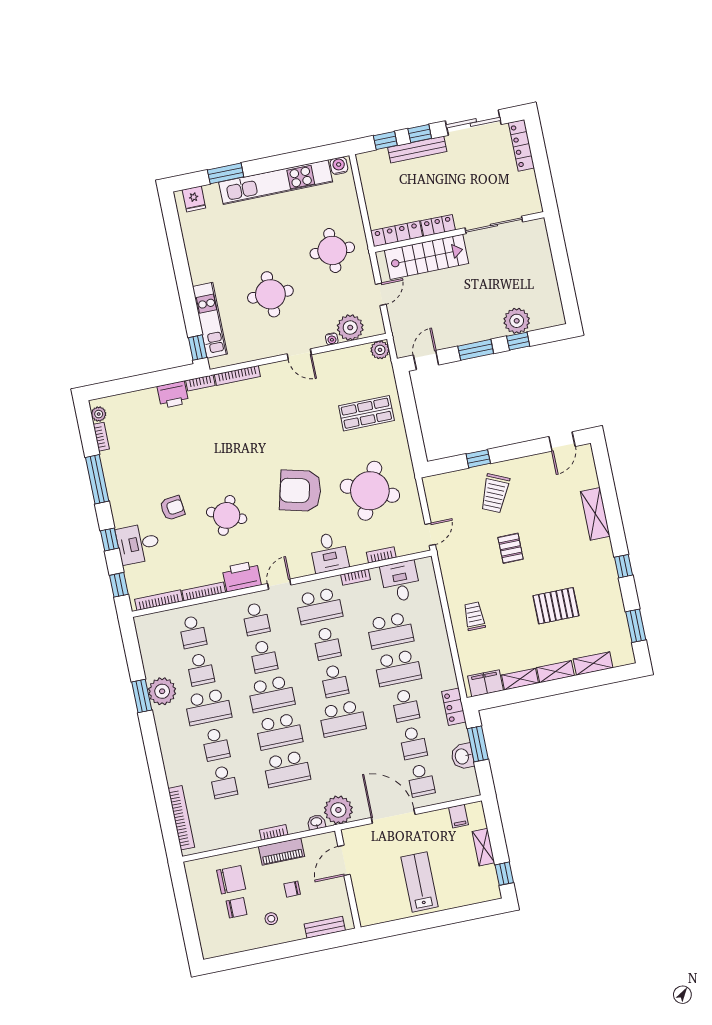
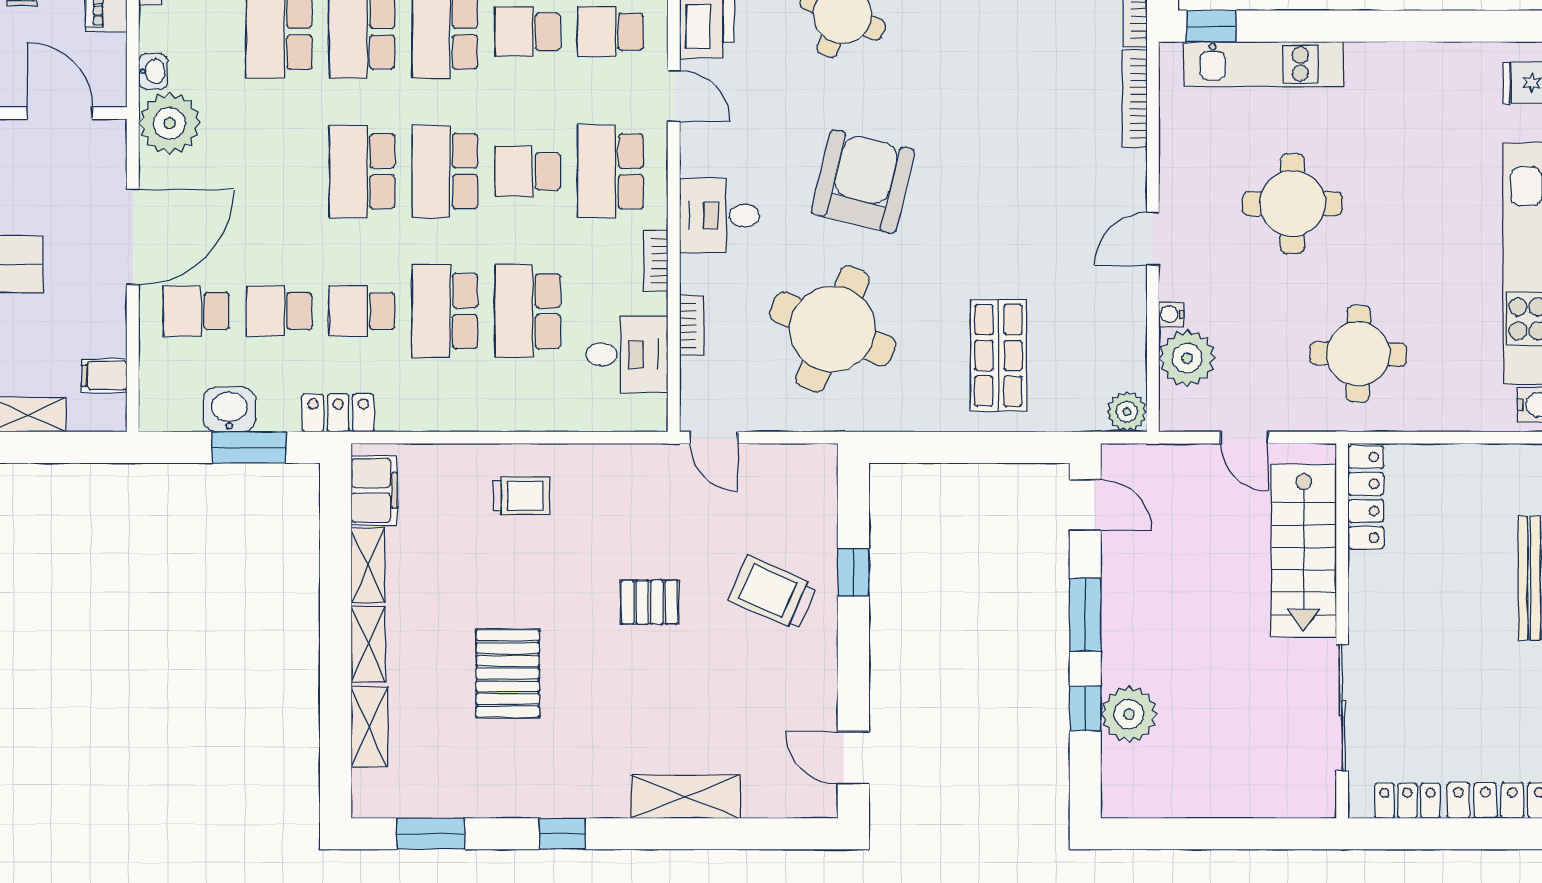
locker: (438, 225) -> (1407, 801), moved, turned -90
school desk: (335, 681) -> (445, 171), width x1.85

